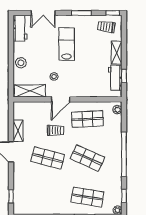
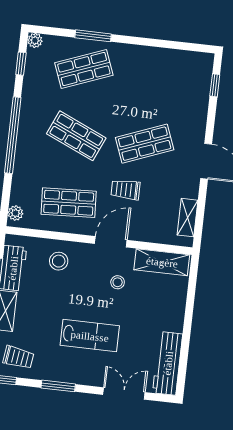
workbench: (20, 28) -> (168, 363), width x1.38
lab bench: (67, 44) -> (90, 336), turned -90
stool: (21, 63) -> (59, 261), moved
shelving: (18, 131) -> (187, 218), moved
shop shelf: (48, 158) -> (145, 144), turned -36
shop shelf: (87, 197) -> (84, 69), turned -30

